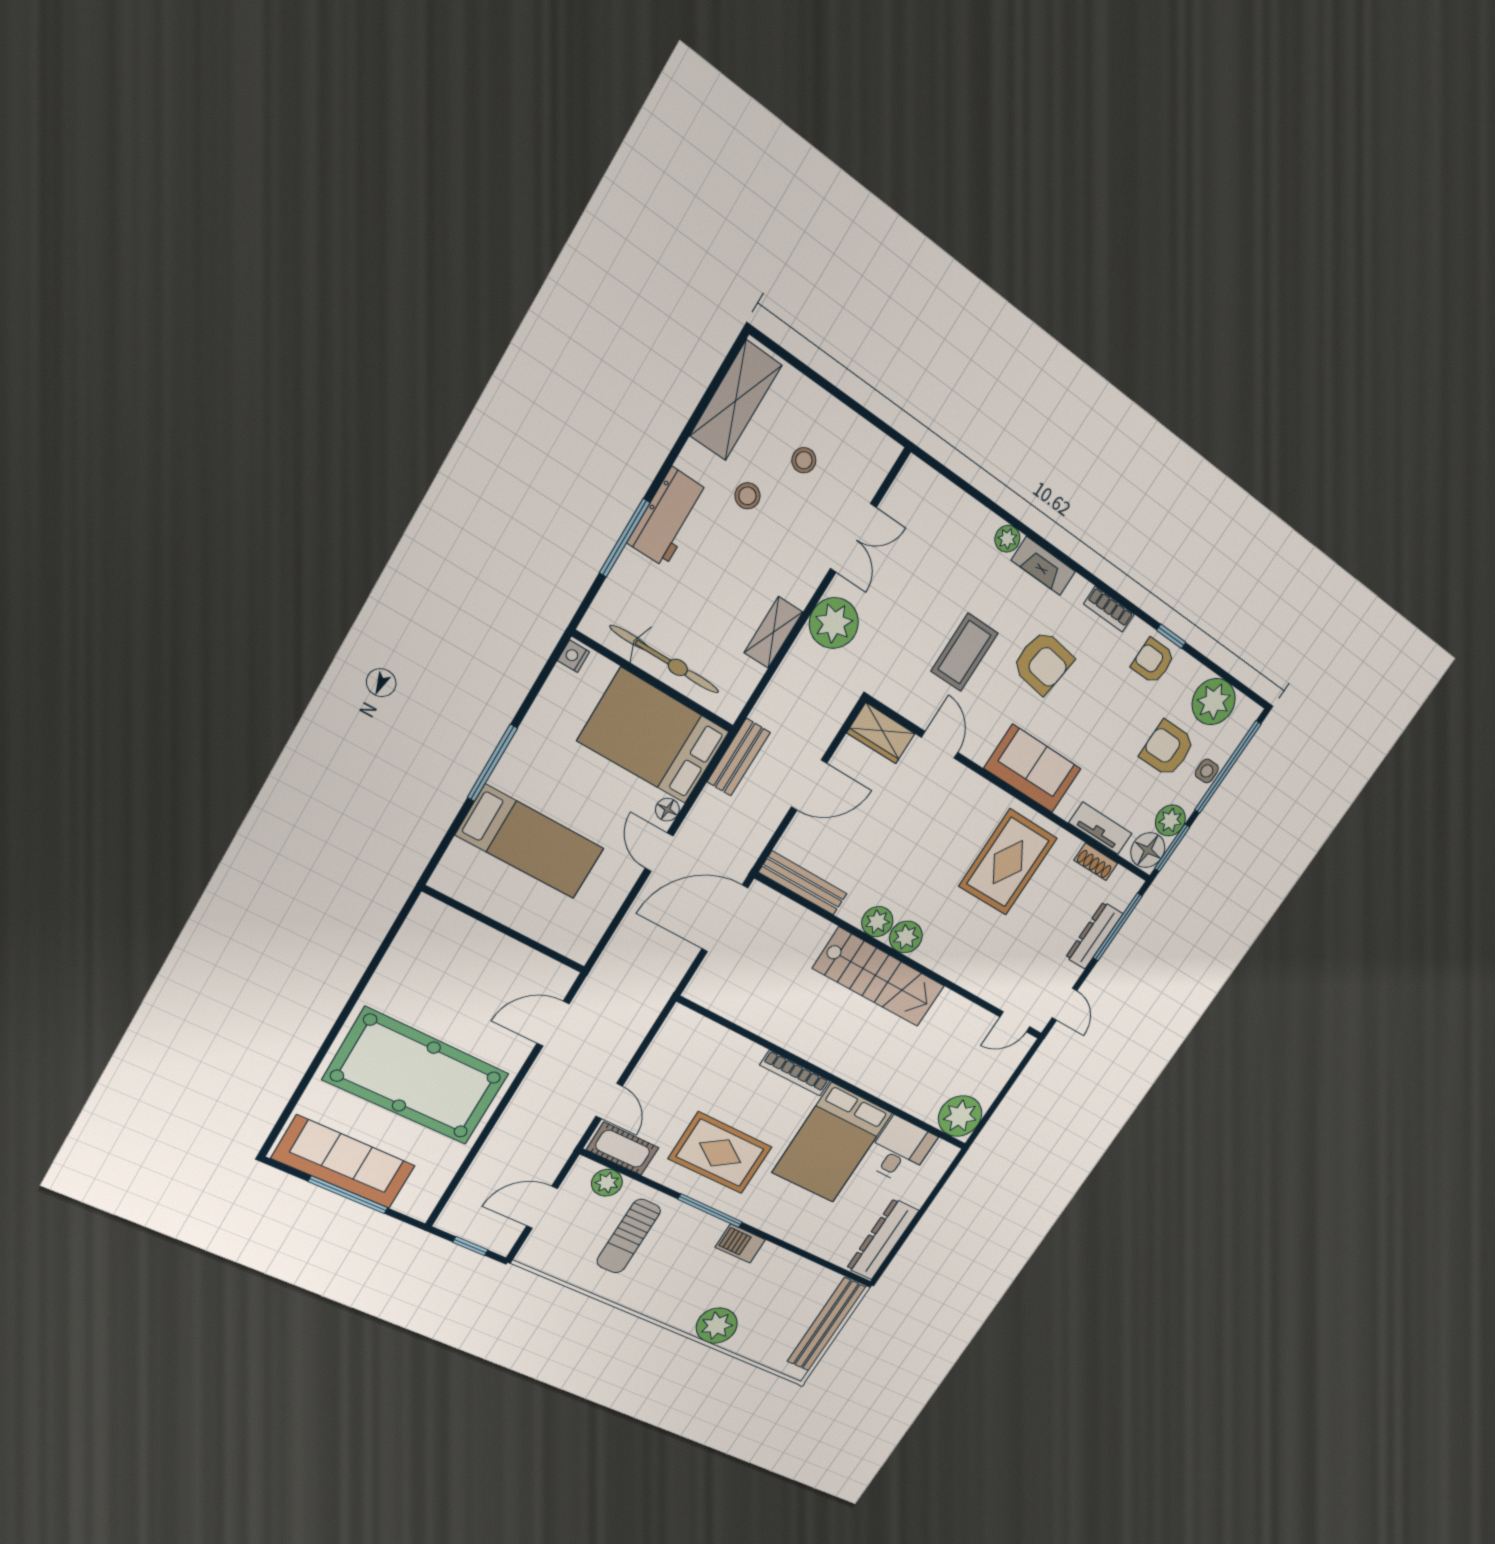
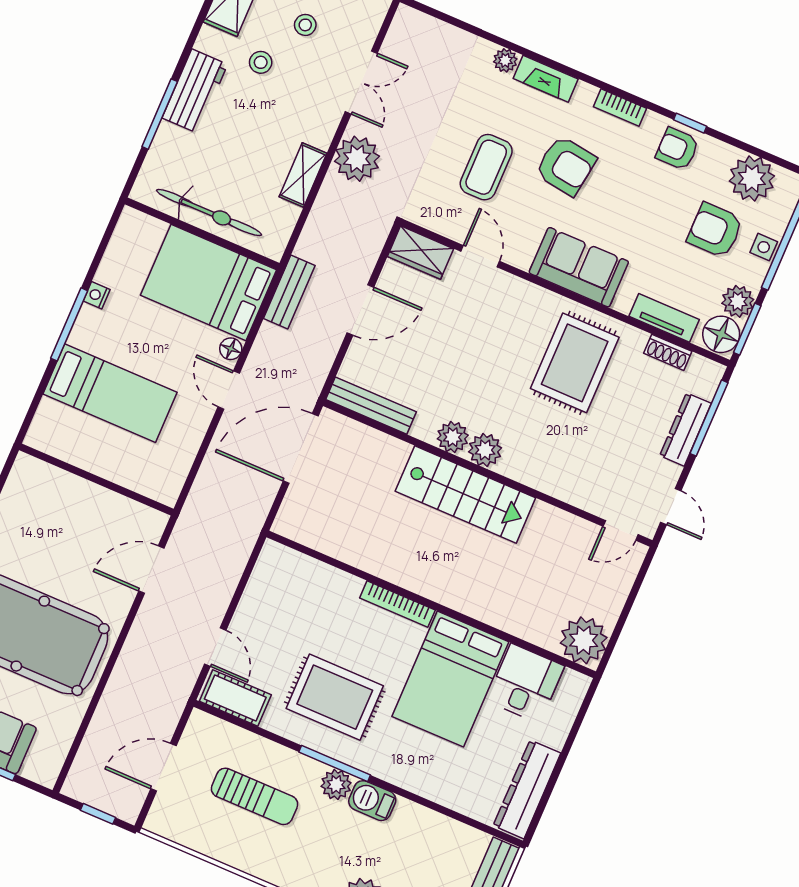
nightstand: (574, 656) -> (97, 295), moved
plant: (607, 1183) -> (336, 785), moved
sun lounger: (629, 1236) -> (255, 796), turned -90

